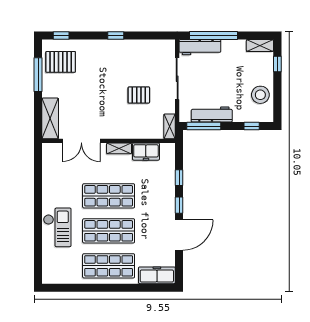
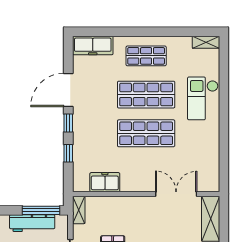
shelving: (119, 148) -> (206, 42), moved
shop shelf: (109, 266) -> (146, 56), width x0.70, depth x0.74

